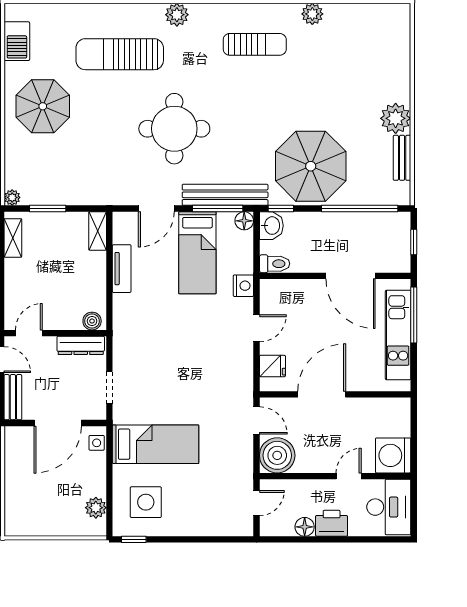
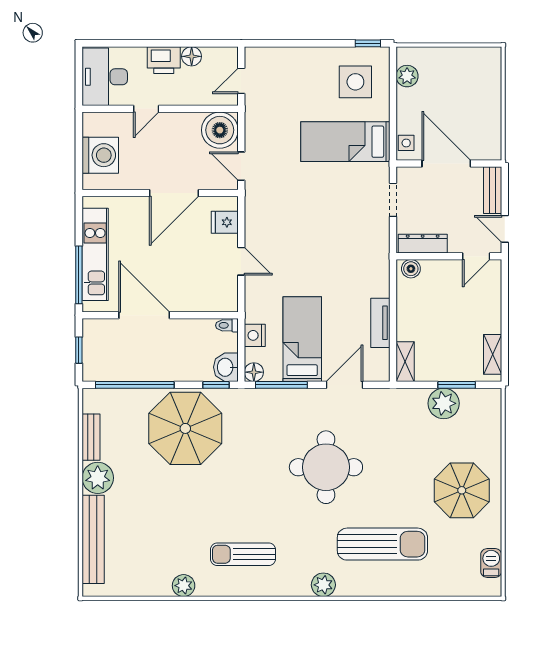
barbecue: (17, 41) -> (491, 563), width x0.73, depth x0.79
bench: (225, 195) -> (93, 539), moved, turned 90
plant: (12, 197) -> (444, 403), moved, width x1.87, depth x1.87
toilet: (275, 264) -> (227, 325), width x0.73, depth x0.72
nightstand: (243, 286) -> (255, 335), moved
door: (256, 328) -> (241, 261), swing flipped
door: (58, 423) -> (446, 164), hinge flipped
washing machine: (393, 455) -> (100, 155), moved

